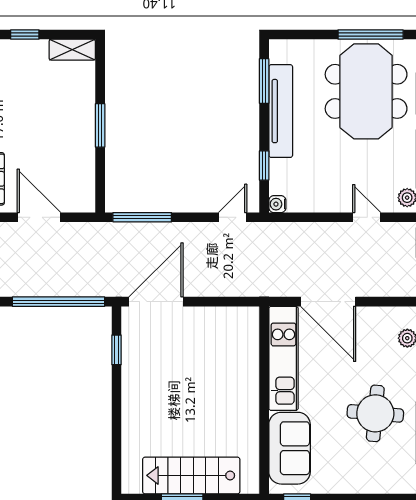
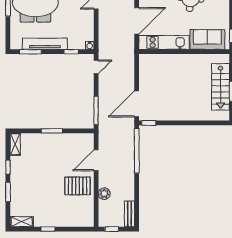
door: (233, 217) -> (96, 67), swing flipped
door: (156, 302) -> (137, 104), hinge flipped
window: (117, 350) -> (149, 123), moved

